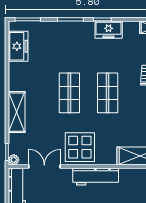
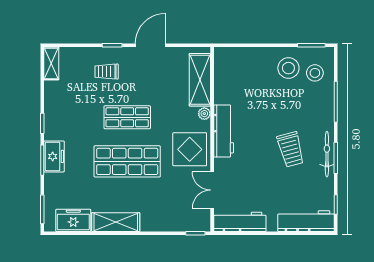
freezer: (109, 30) -> (54, 156), moved
shop shelf: (69, 93) -> (127, 161), width x1.43, depth x1.36
shelving: (17, 112) -> (116, 222), moved
plant: (14, 160) -> (204, 114), moved

